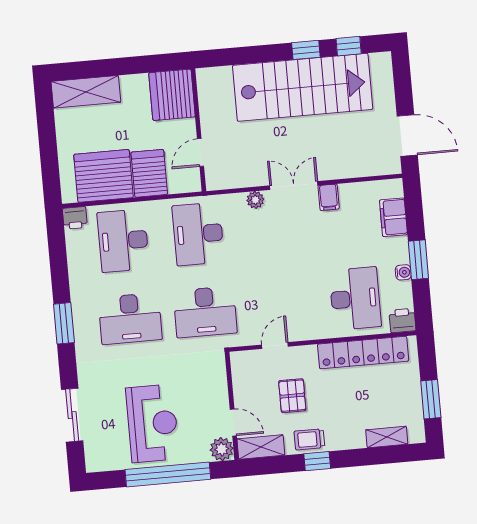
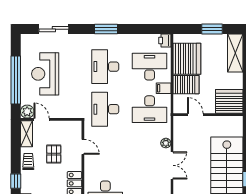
window: (47, 137) -> (212, 29), added
filing cabinet: (329, 197) -> (164, 88), moved
desk: (198, 234) -> (150, 109), turned 180
pallet: (292, 396) -> (54, 154), turned 90
reception desk: (152, 423) -> (45, 74), turned 90
door: (233, 423) -> (42, 119), swing flipped
window: (317, 461) -> (16, 181), moved

